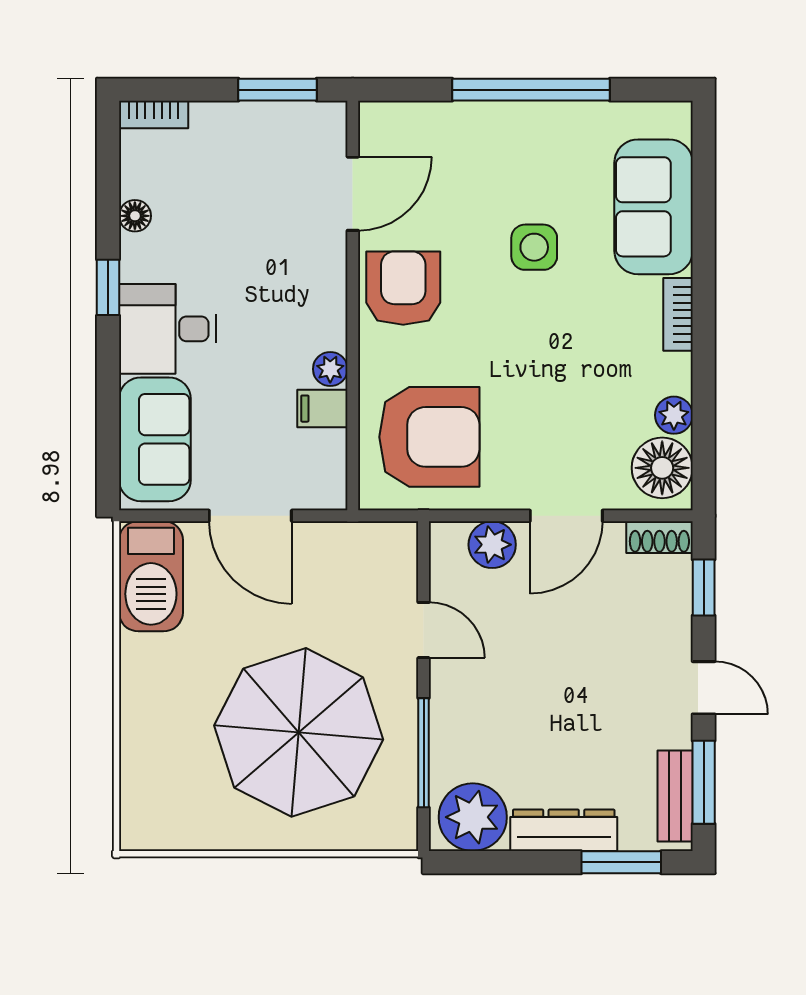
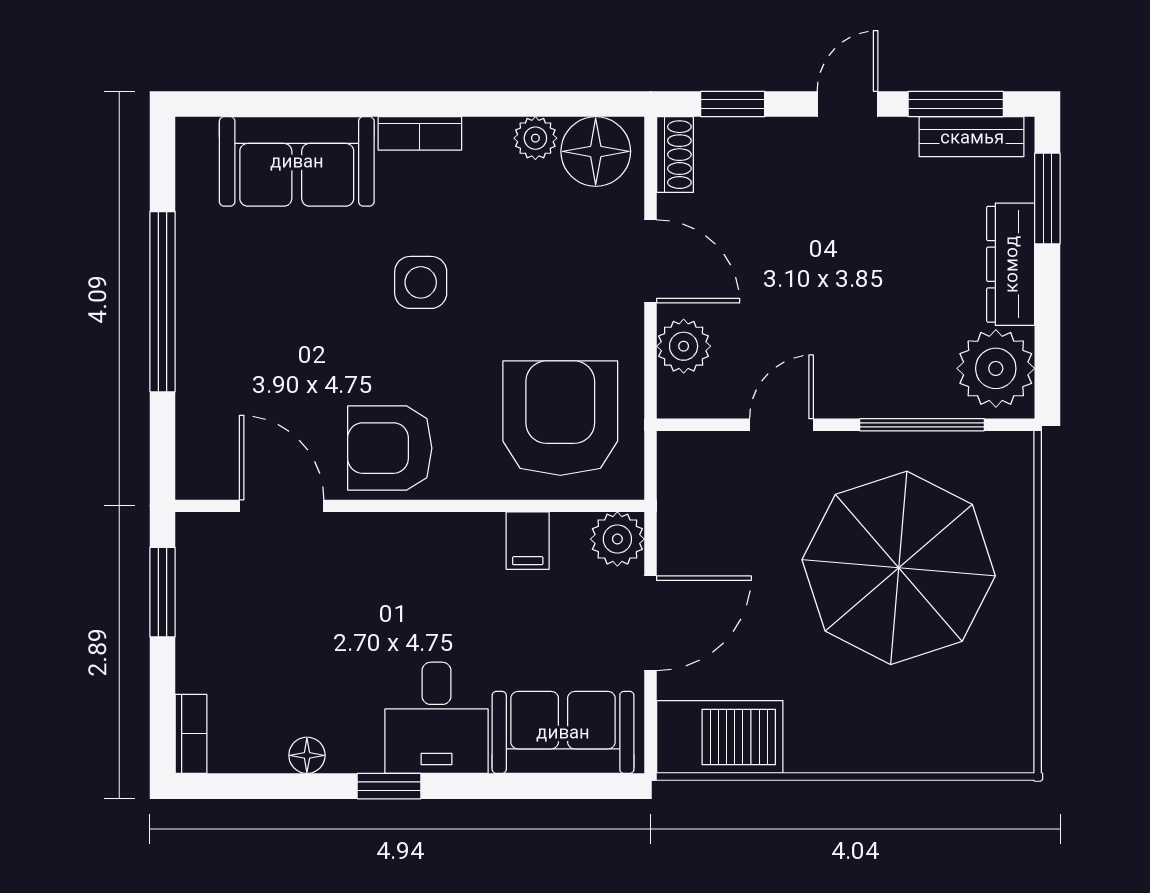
side table: (534, 247) -> (421, 282), moved
plant: (330, 369) -> (617, 539), moved, width x1.38, depth x1.38

